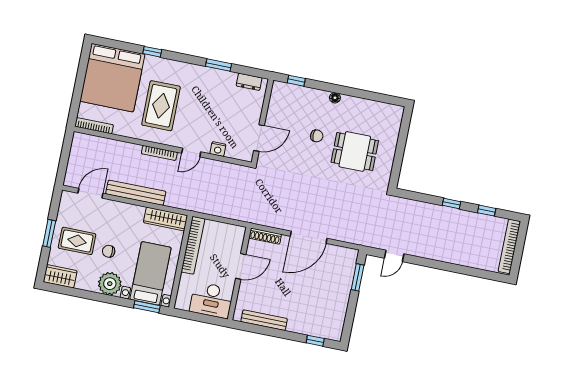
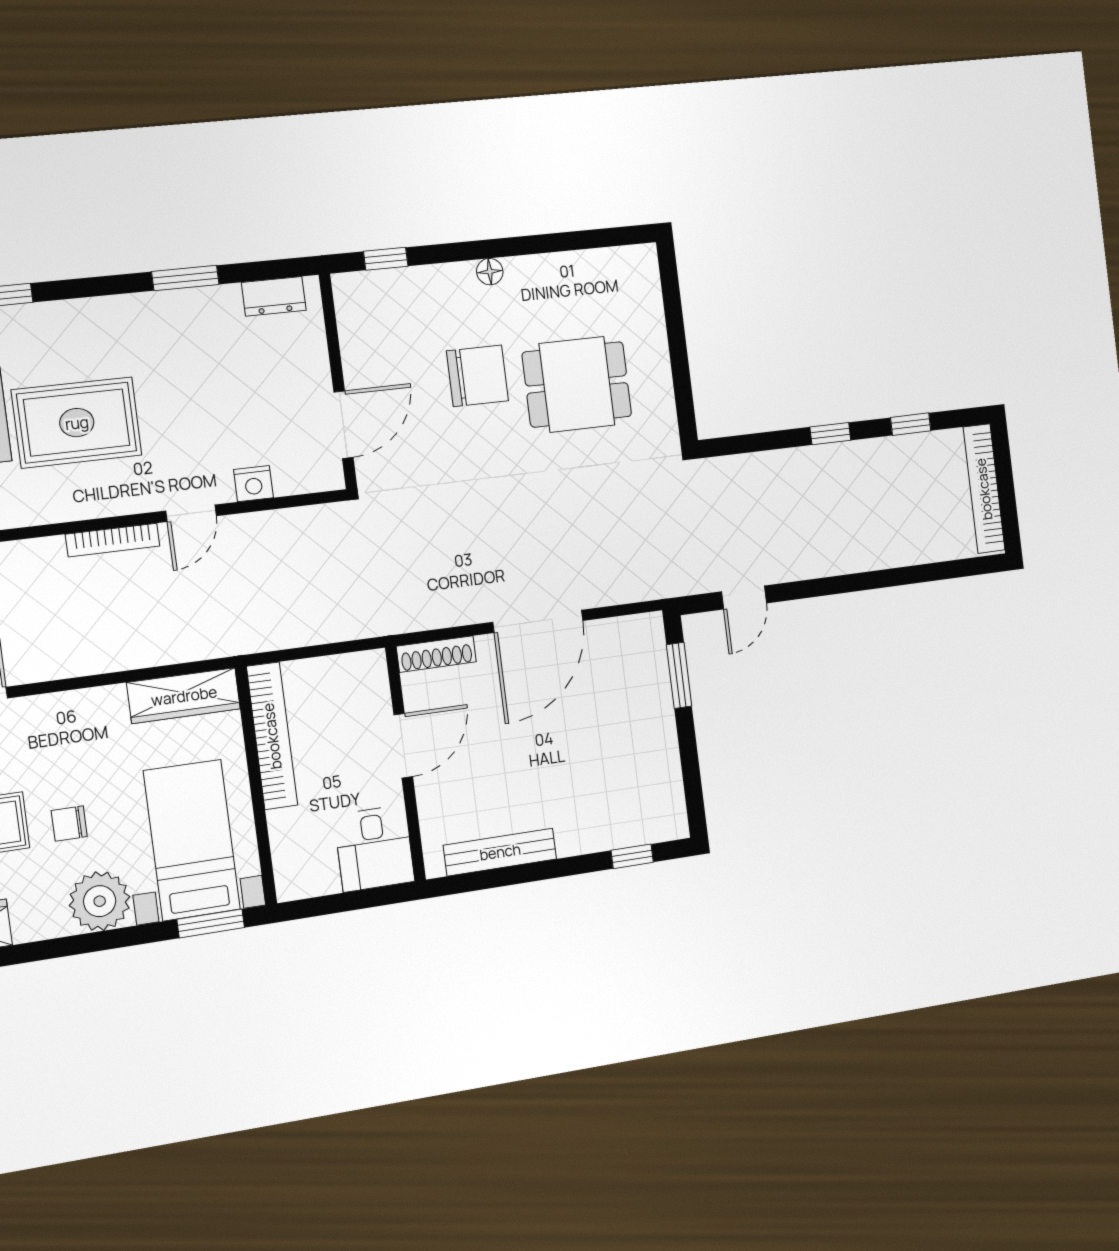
rug: (161, 106) -> (77, 423), turned 90
chair: (317, 136) -> (477, 376), width x1.87, depth x1.87
bench: (136, 193) -> (88, 657), removed
desk: (211, 300) -> (374, 848), width x0.73

